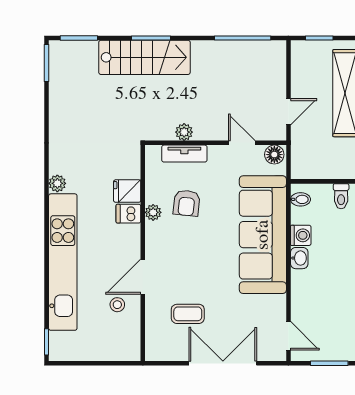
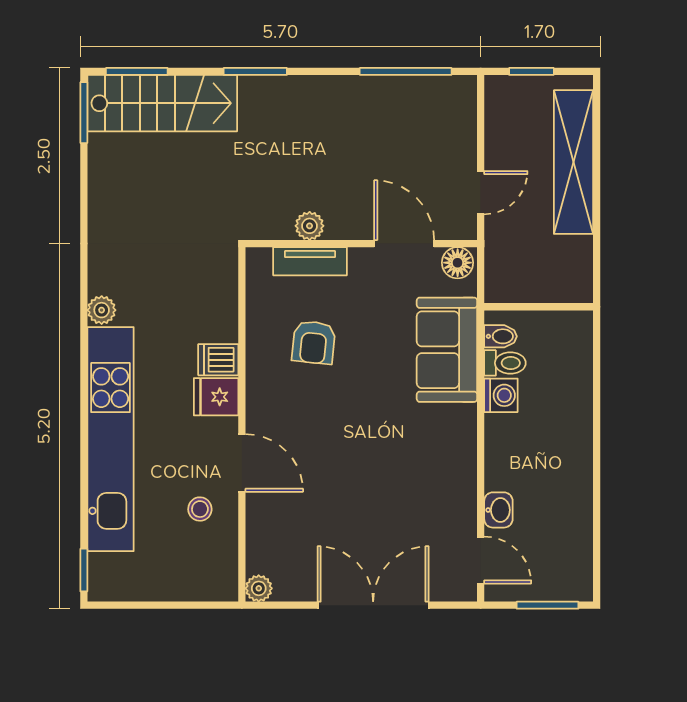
stairs: (144, 57) -> (162, 103), moved
door: (242, 143) -> (404, 244), width x1.38
fridge: (127, 191) -> (216, 397), moved
toilet: (341, 196) -> (505, 363), moved, turned -90
plant: (153, 212) -> (259, 588), moved
sofa: (263, 235) -> (447, 350), width x0.54, depth x0.79
washbasin: (299, 258) -> (498, 510), moved
door: (143, 277) -> (242, 463), swing flipped
coffee table: (188, 314) -> (316, 524), removed

